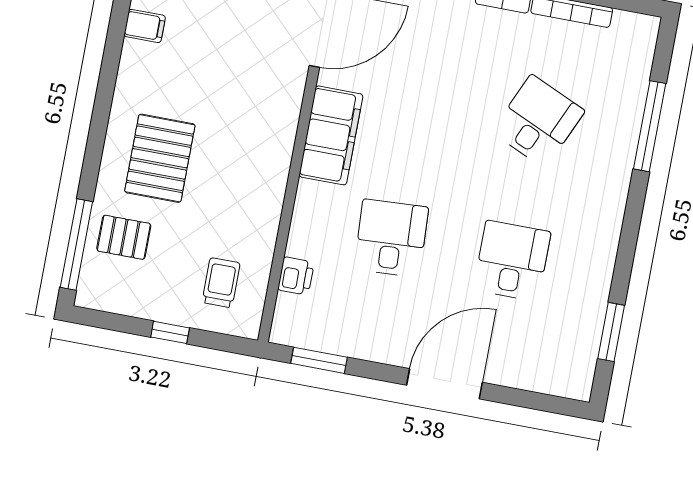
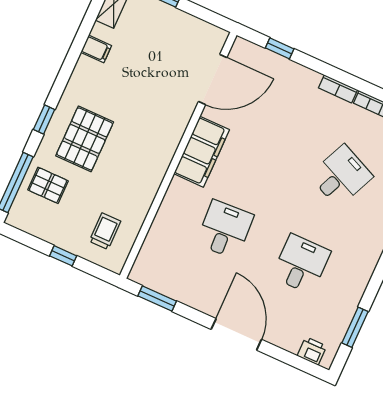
window: (95, 145) -> (44, 119), added
printer: (296, 276) -> (312, 351), moved, turned -90
door: (444, 384) -> (236, 334), hinge flipped

